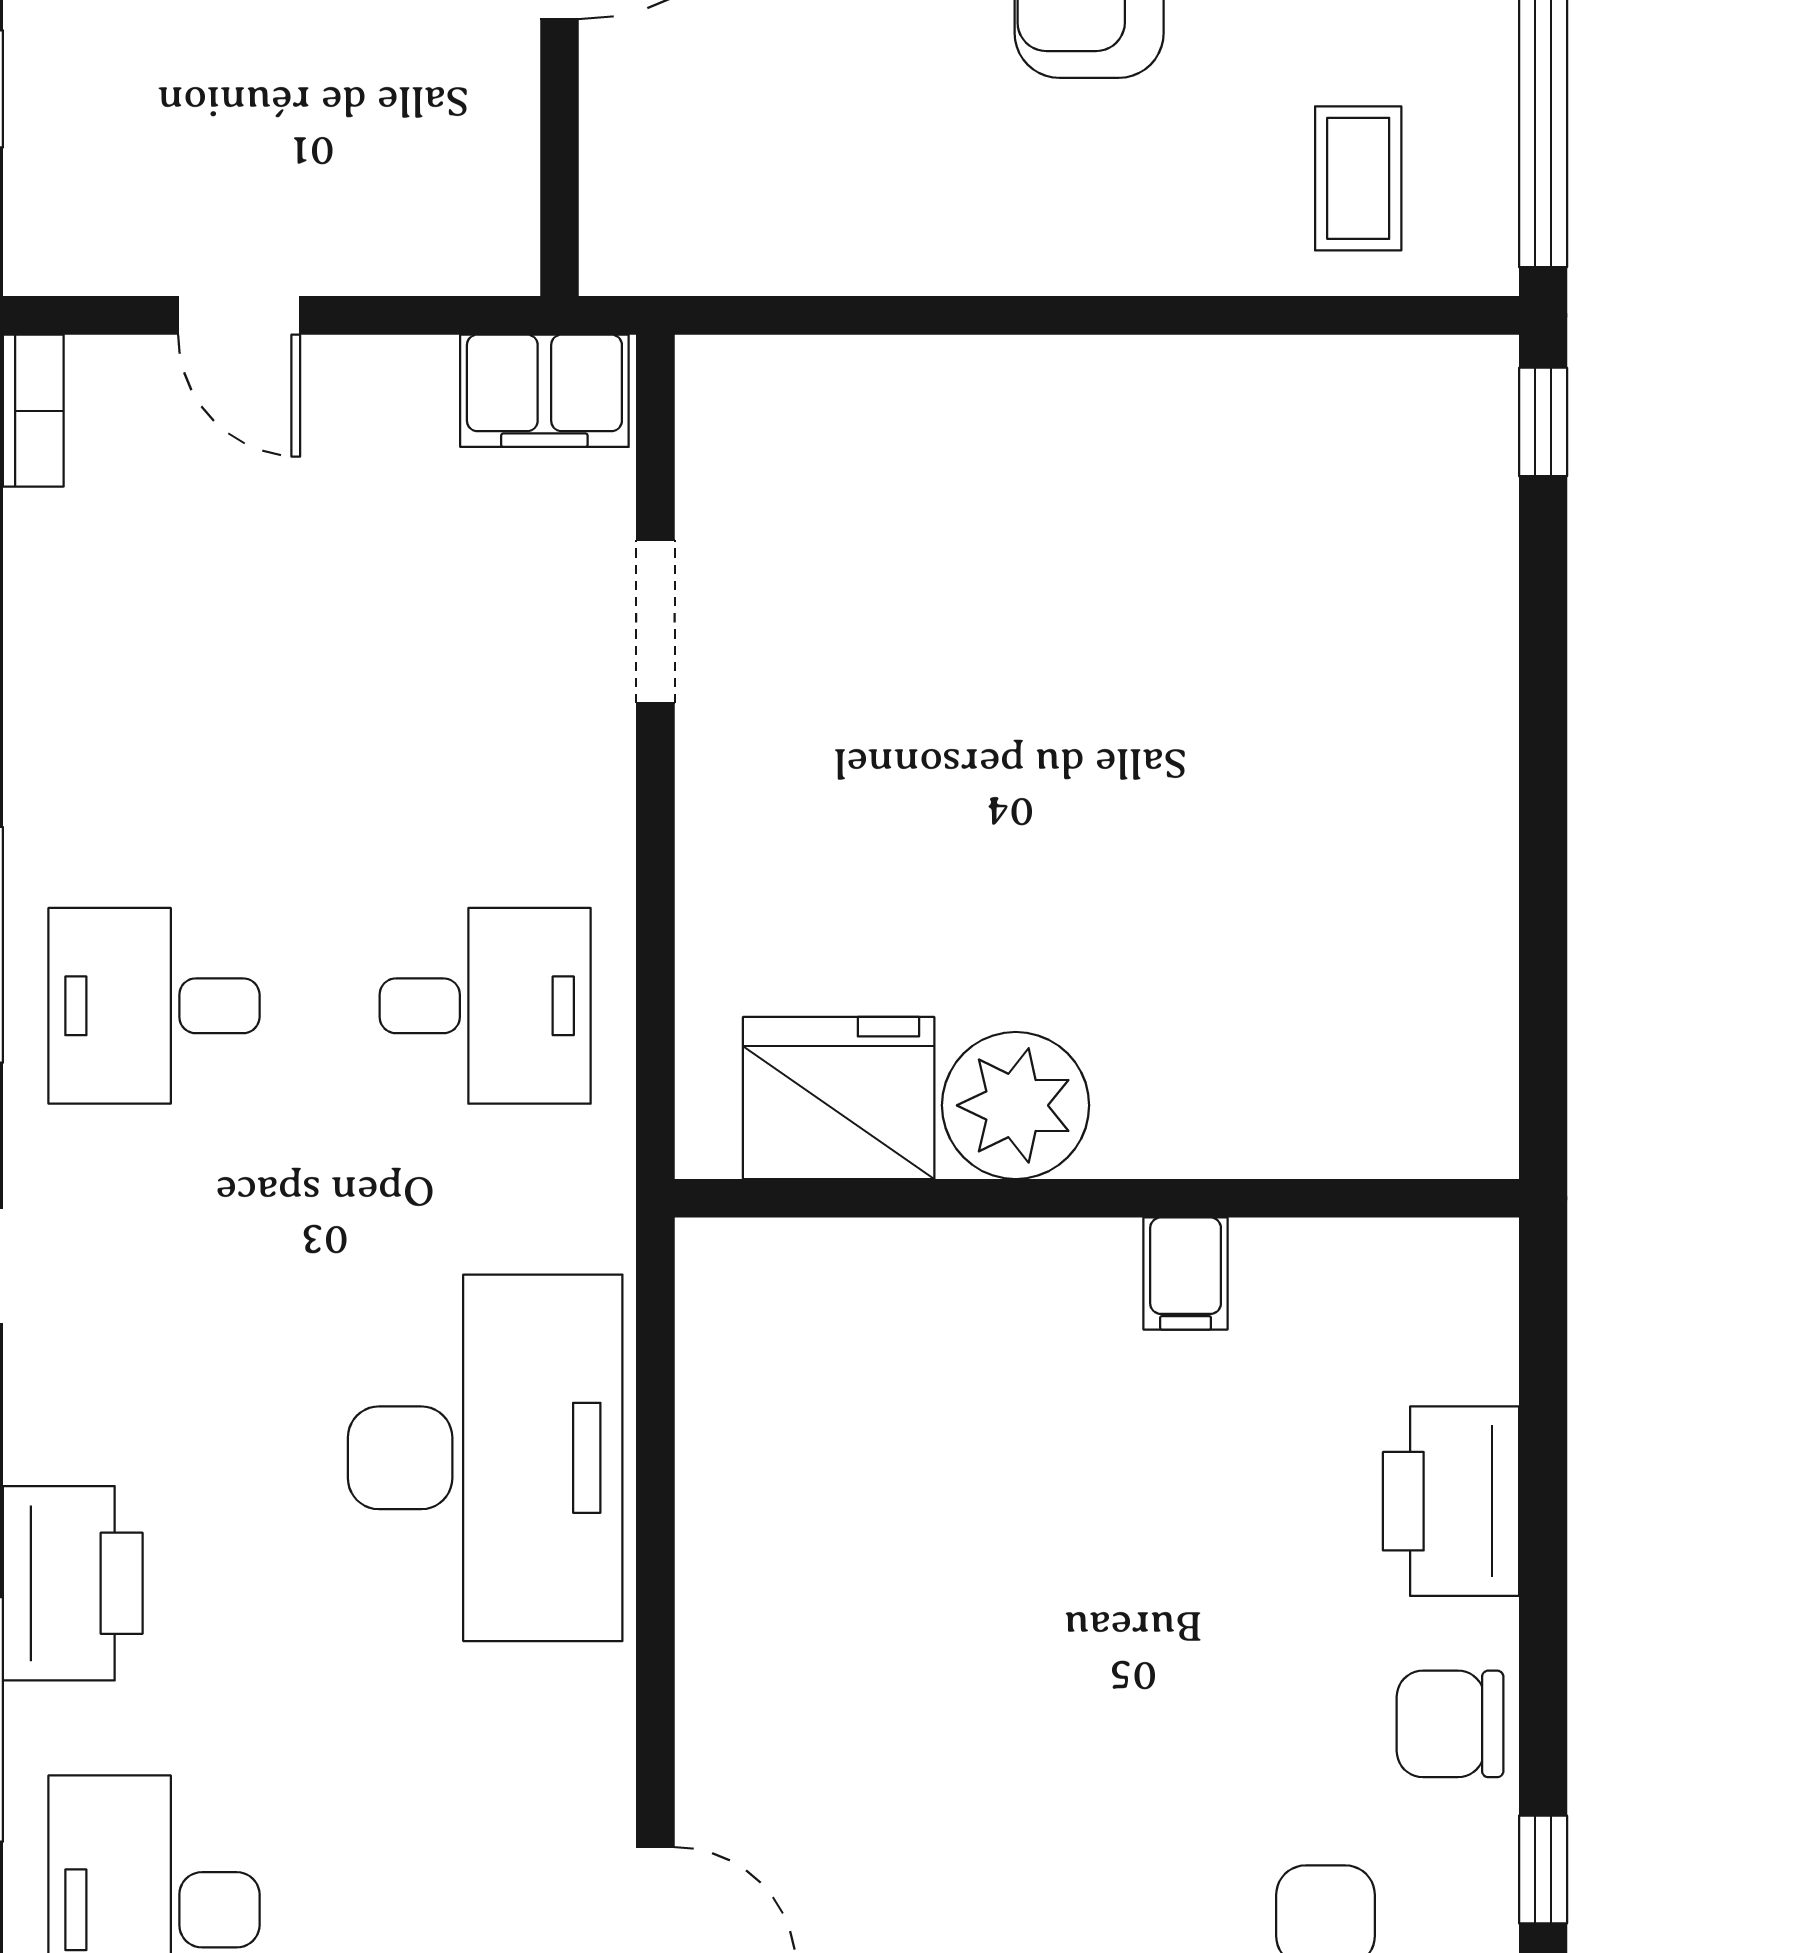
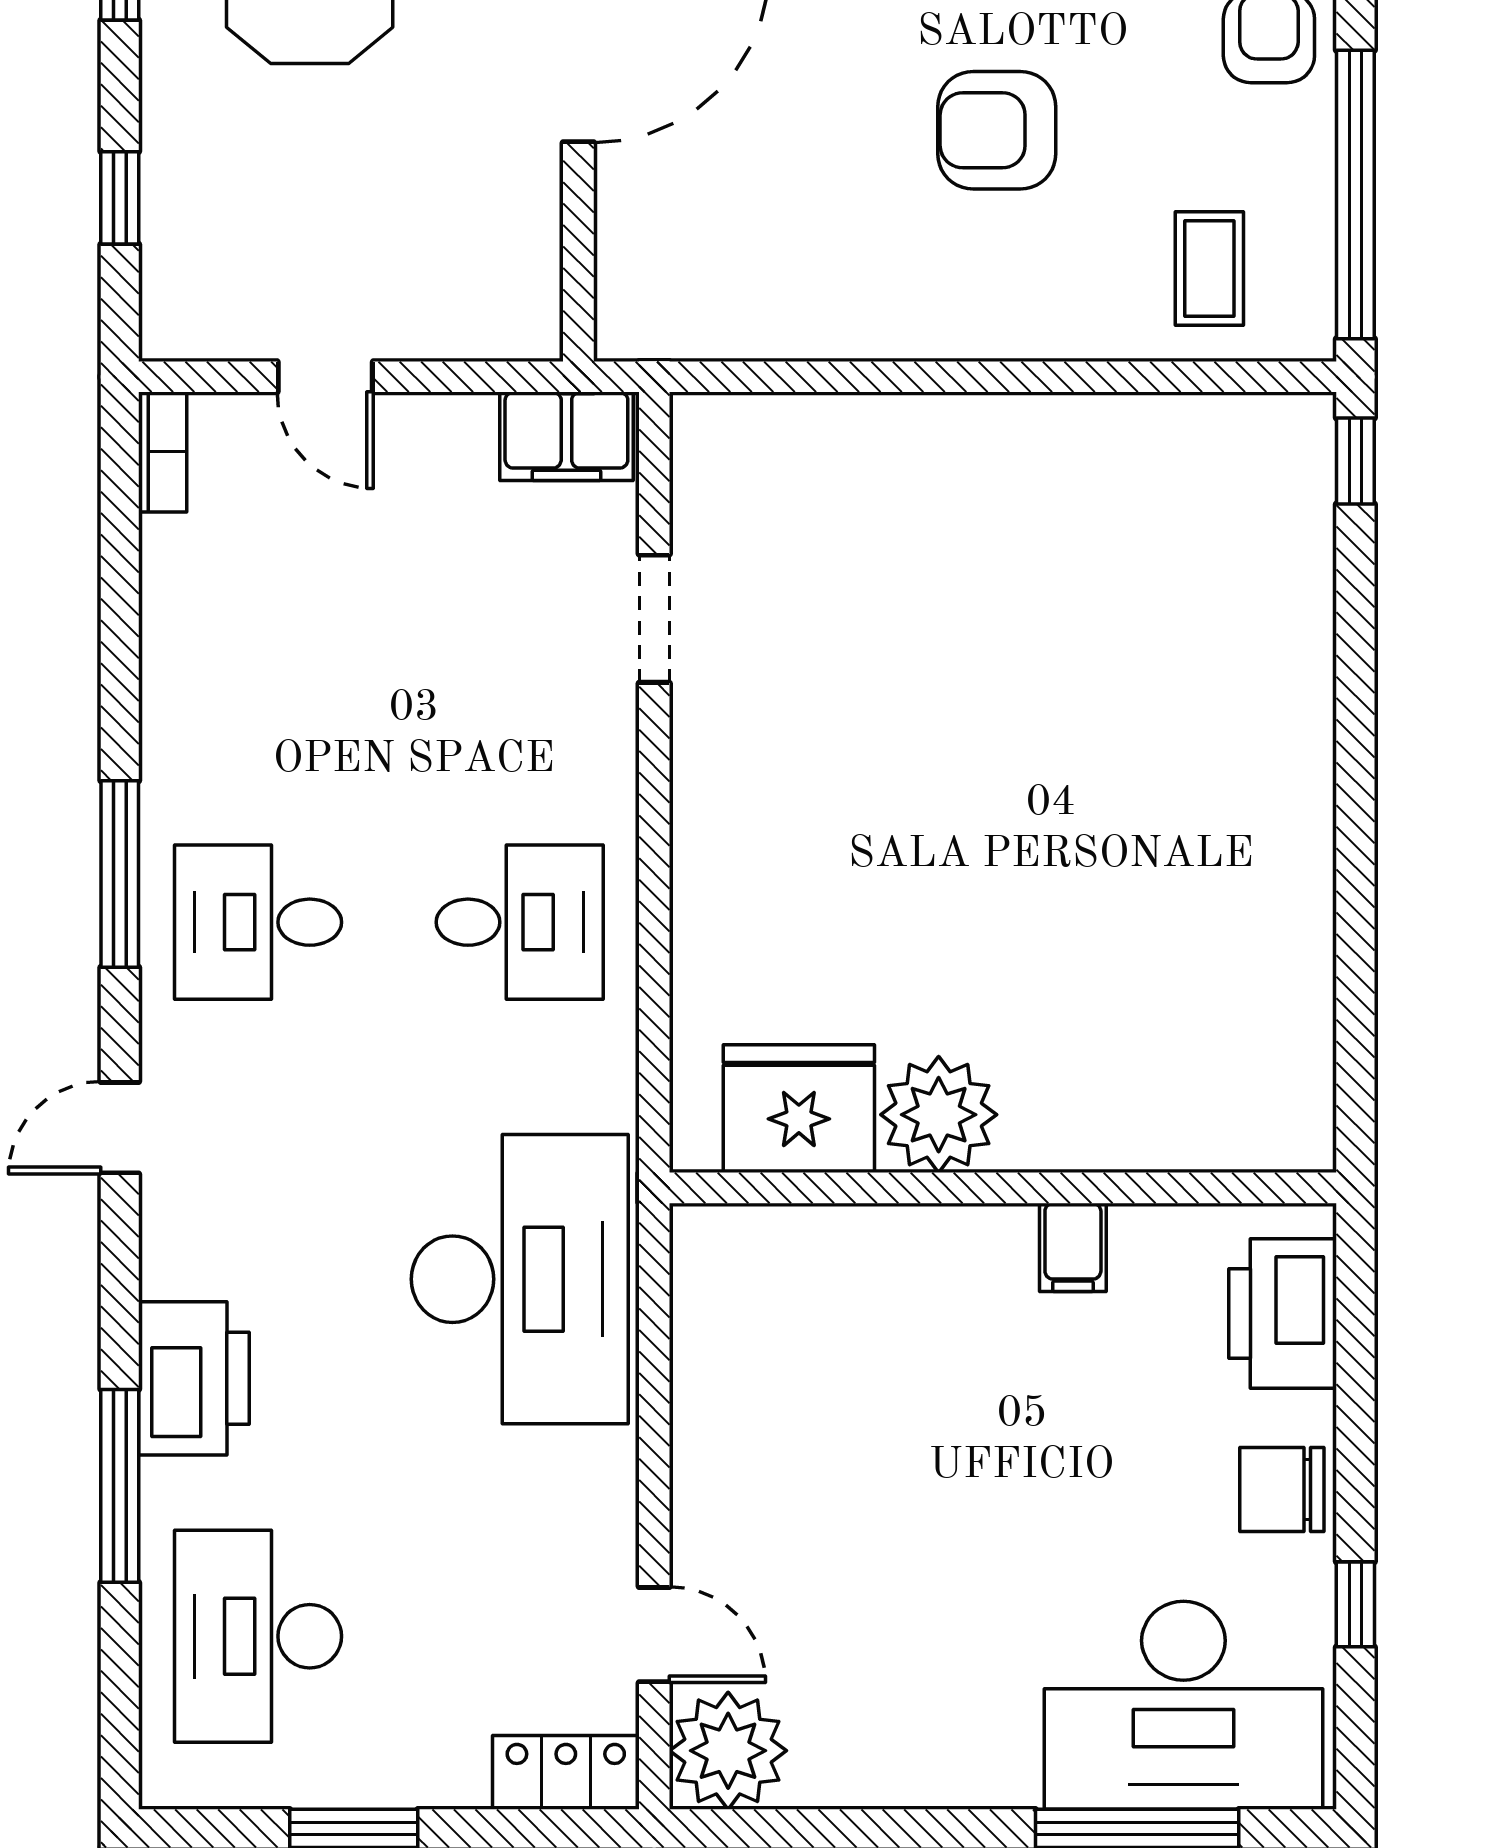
fridge: (839, 1098) -> (799, 1109), moved
plant: (1016, 1105) -> (939, 1115), moved
wall: (1097, 1198) -> (1003, 1188), moved
filing cabinet: (1186, 1274) -> (1073, 1247), moved

